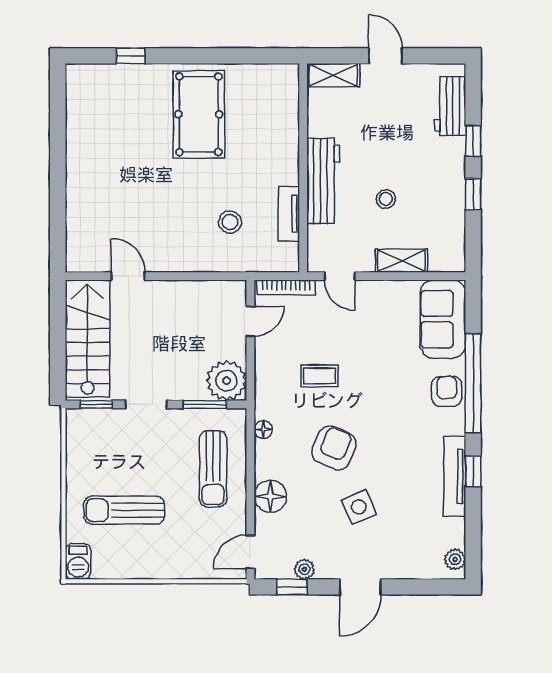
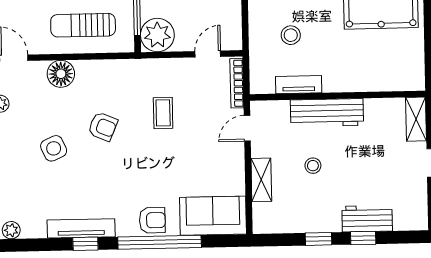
workbench: (450, 106) -> (367, 219), moved
door: (250, 321) -> (208, 54), swing flipped
floor lamp: (263, 430) -> (117, 67), removed
armchair: (334, 448) -> (103, 126), width x0.72, depth x0.72

